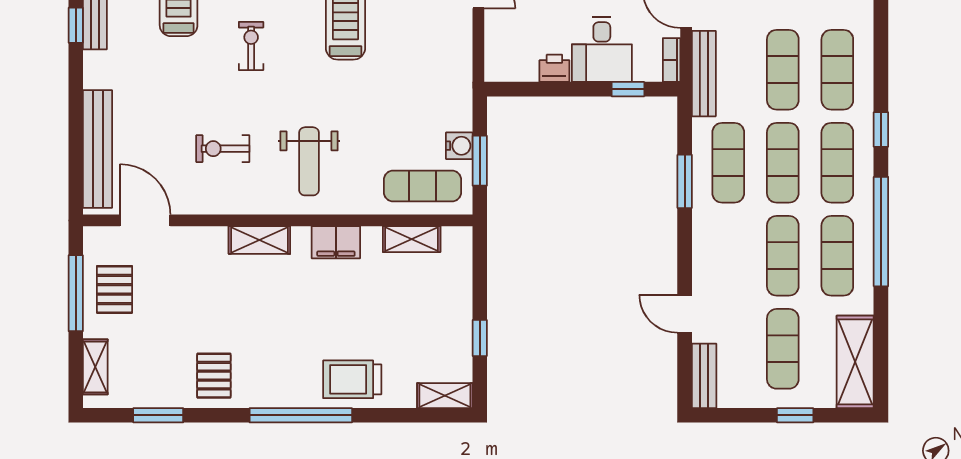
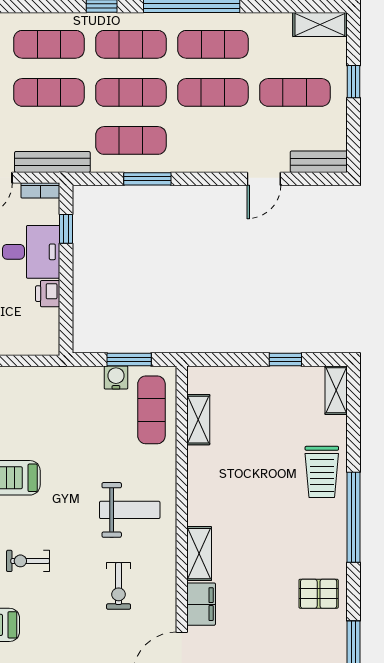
filing cabinet: (336, 242) -> (201, 604), moved
shelving: (855, 362) -> (320, 25), width x0.67, depth x0.75

